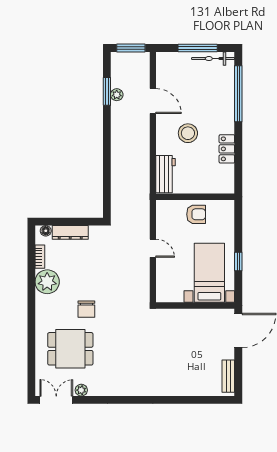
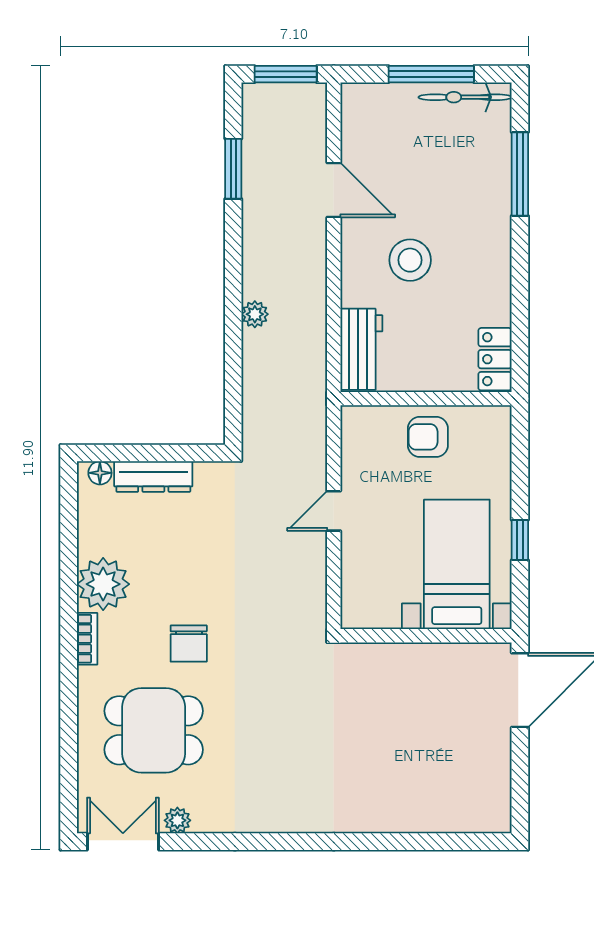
window: (238, 94) -> (520, 174), width x0.68
plant: (117, 95) -> (255, 314), moved
locker: (227, 149) -> (495, 359), moved
armchair: (196, 214) -> (428, 437), turned 180
door: (153, 248) -> (334, 511), swing flipped
bookcase: (40, 257) -> (87, 639), moved
bench: (228, 376) -> (498, 790), removed

